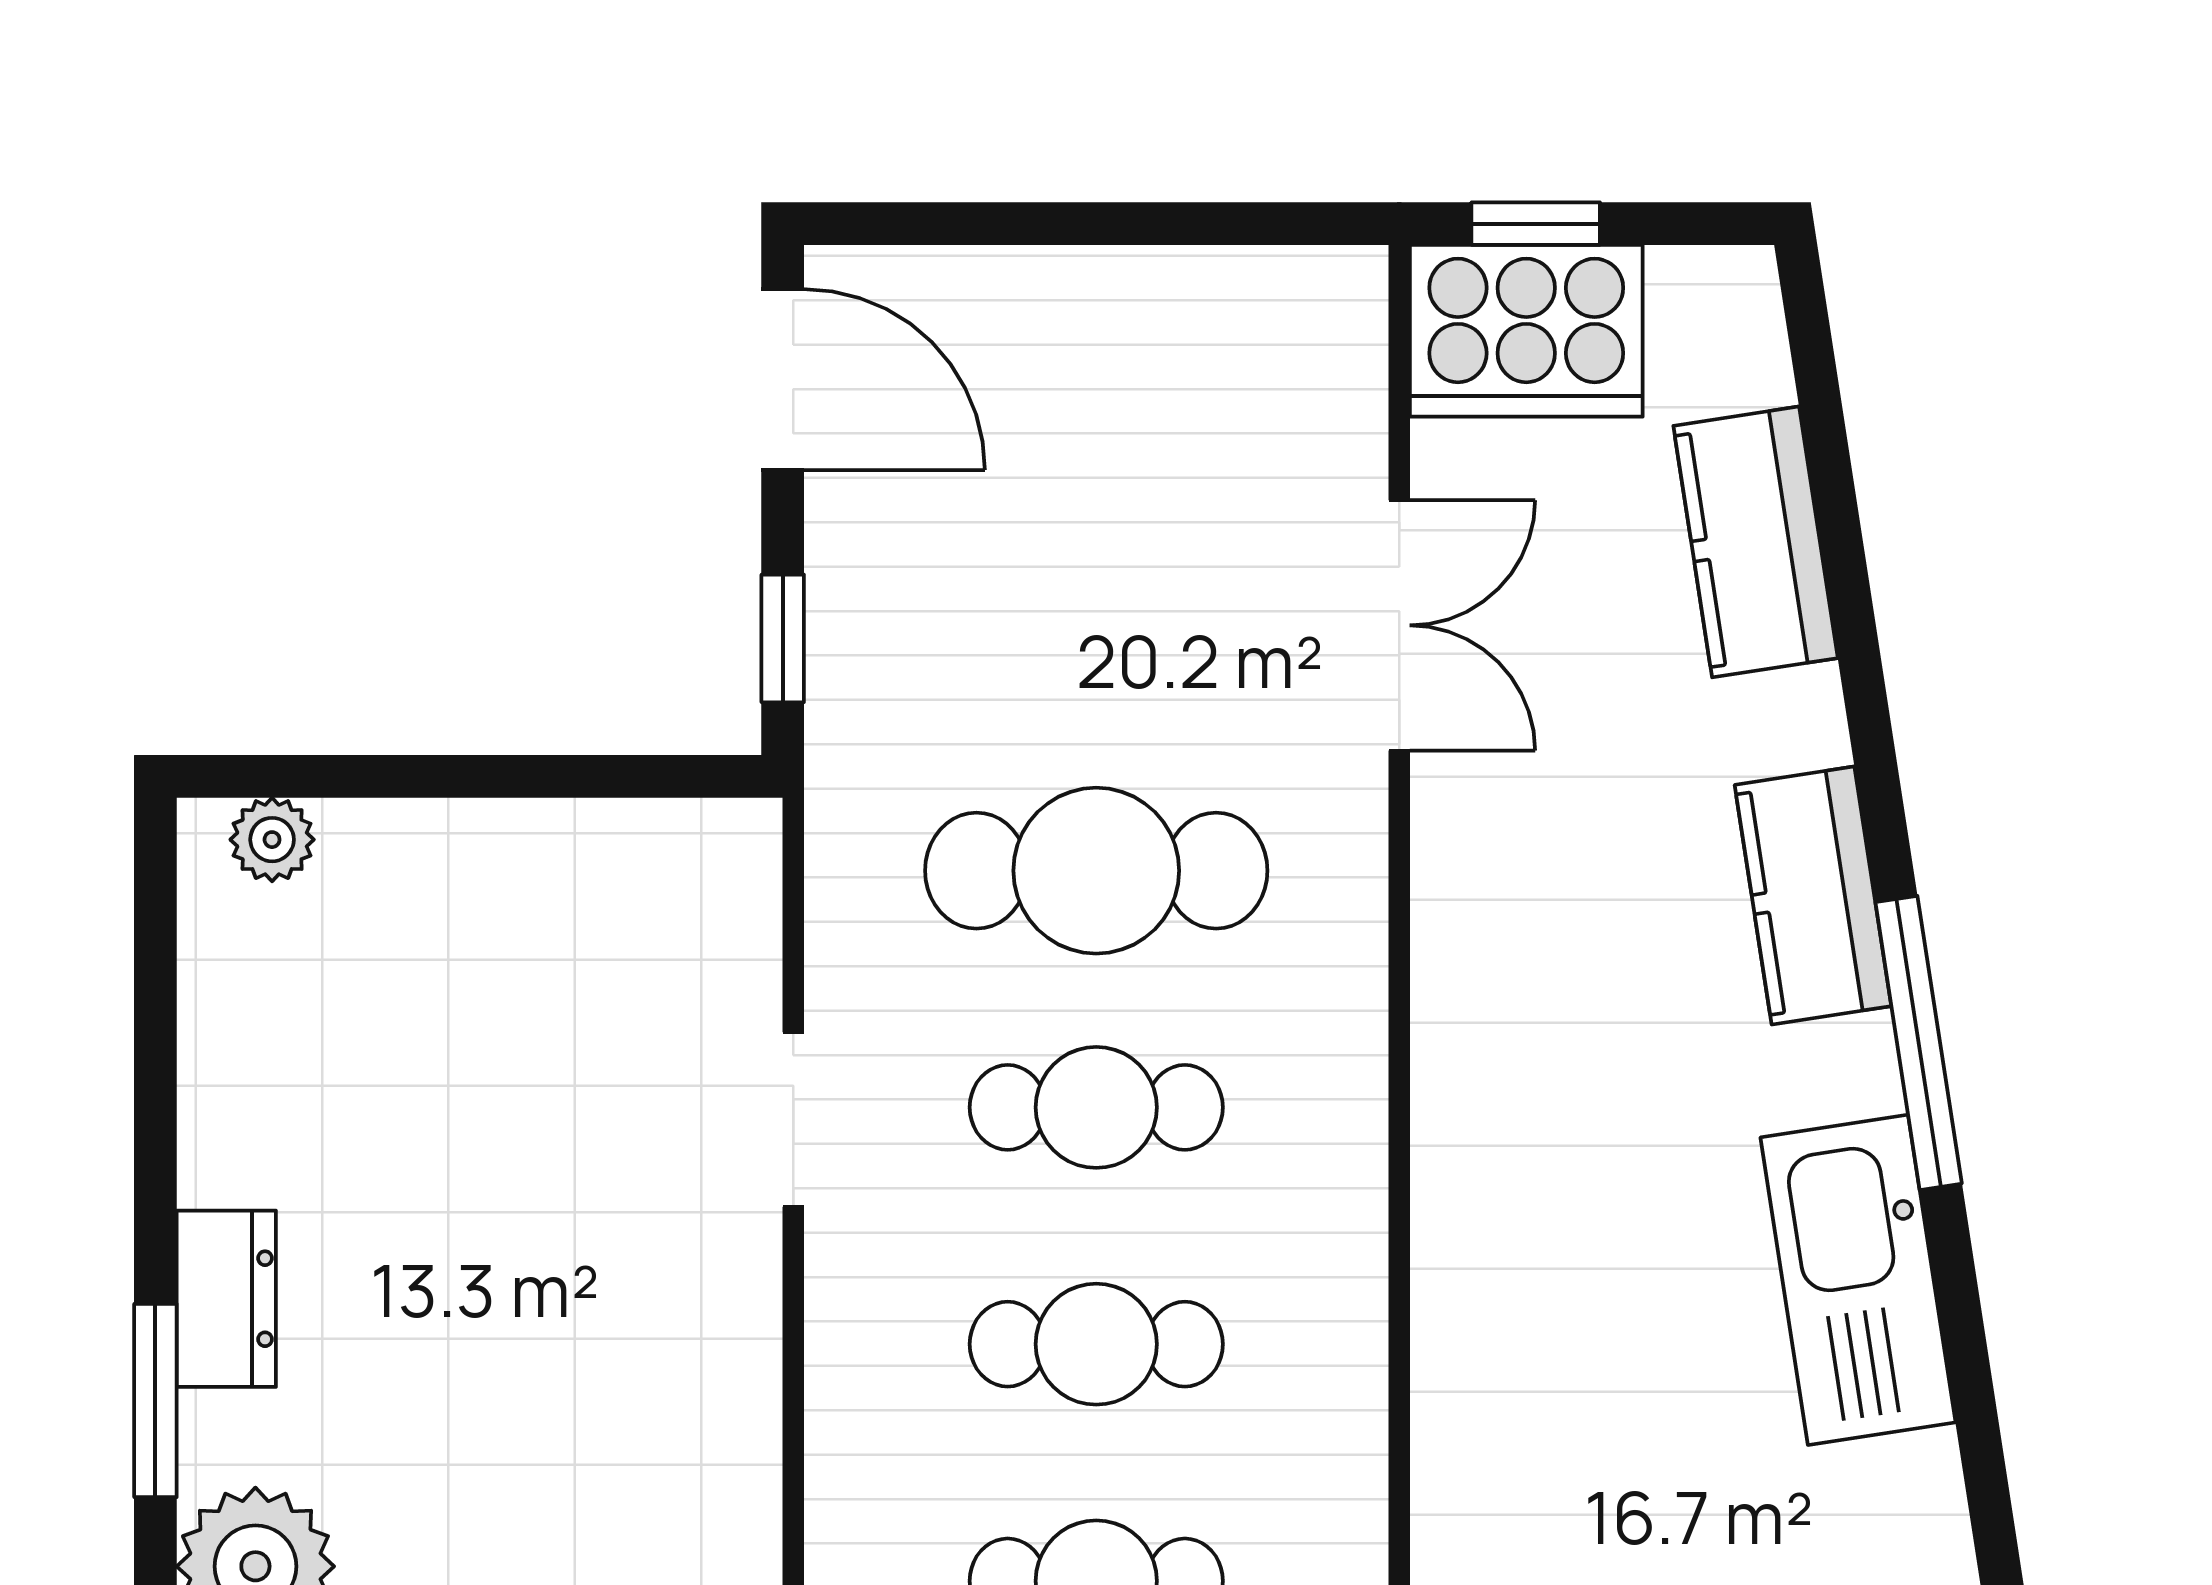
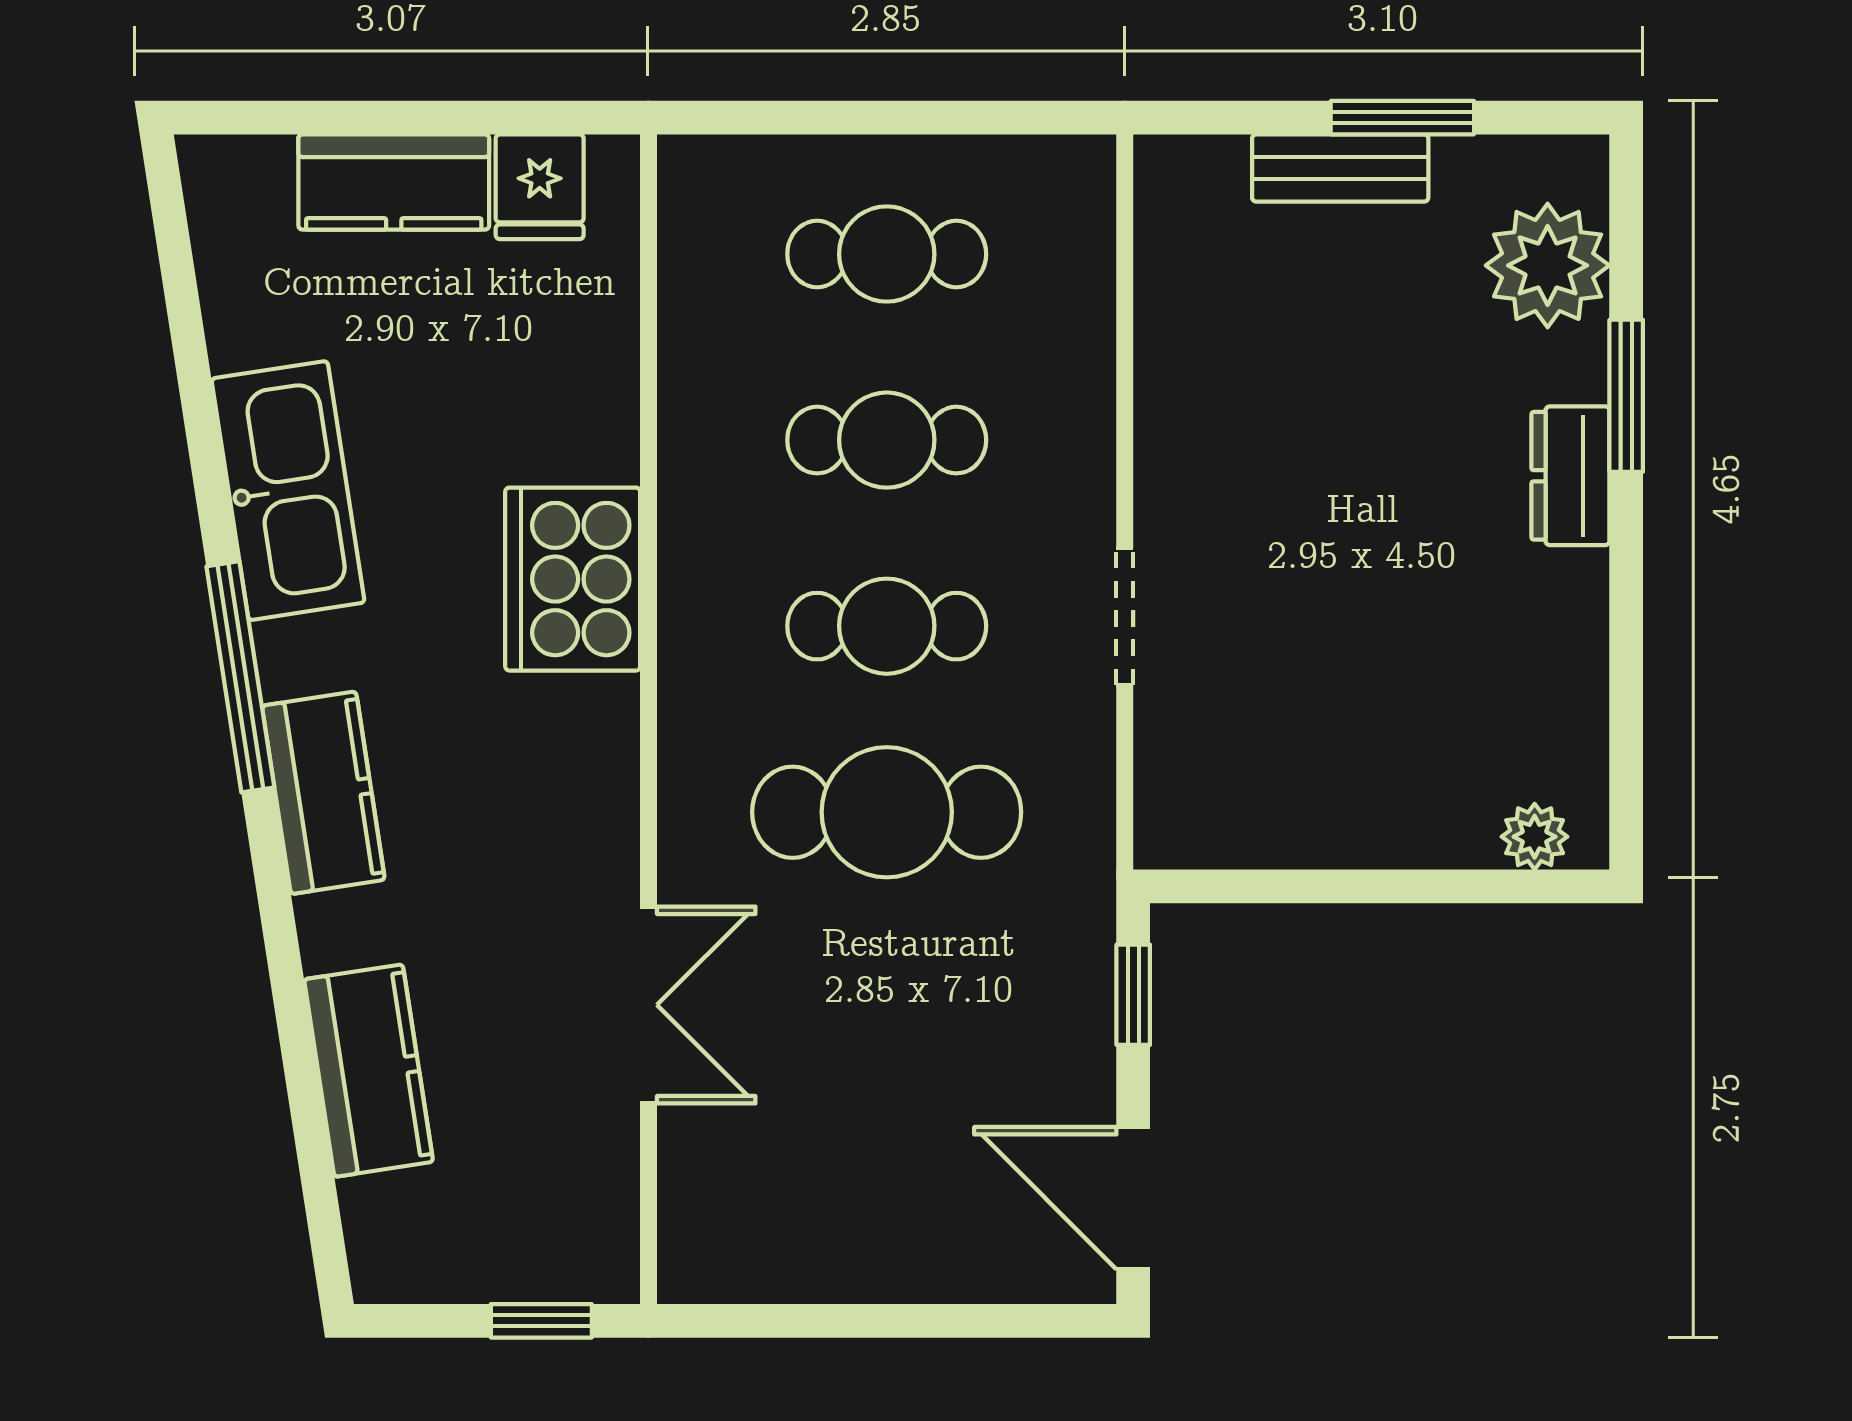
cooker: (1526, 331) -> (573, 579), moved, turned -90
double door: (1399, 625) -> (649, 1005), swing flipped

